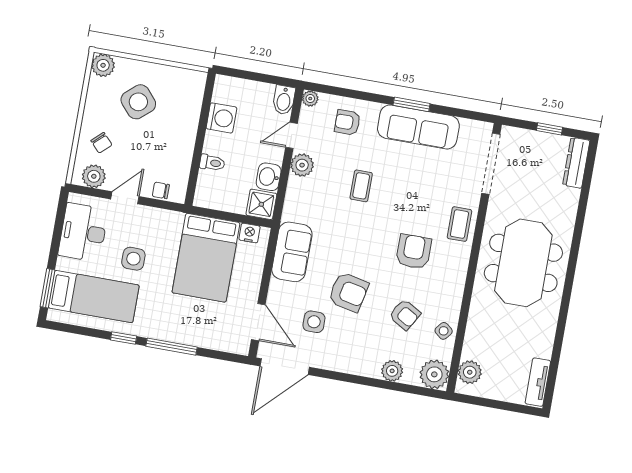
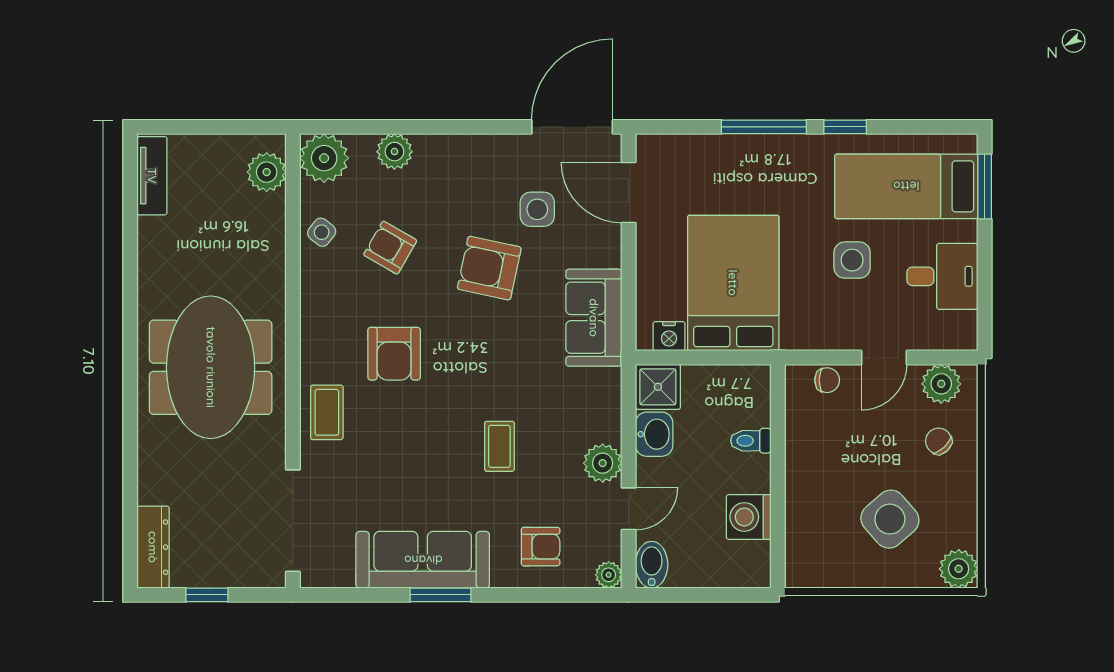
desk: (83, 232) -> (942, 276), width x0.73

